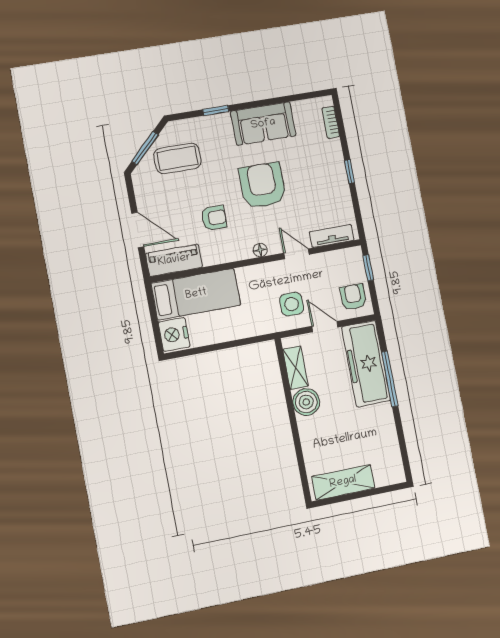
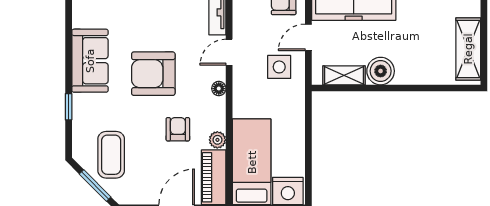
plant: (211, 258) -> (217, 140), added

